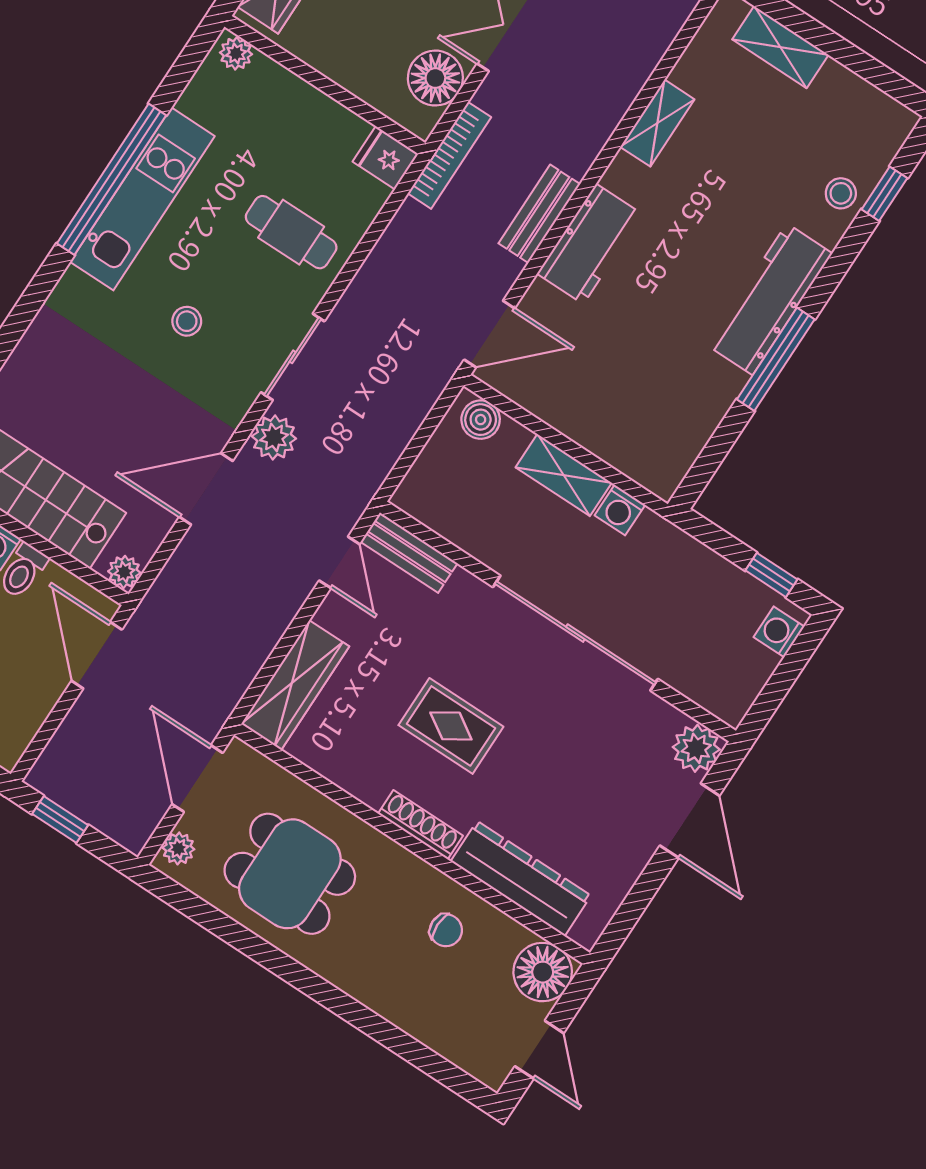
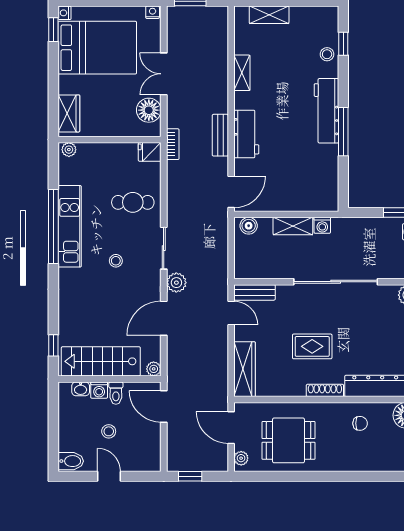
bookcase: (449, 155) -> (173, 144), width x0.64

